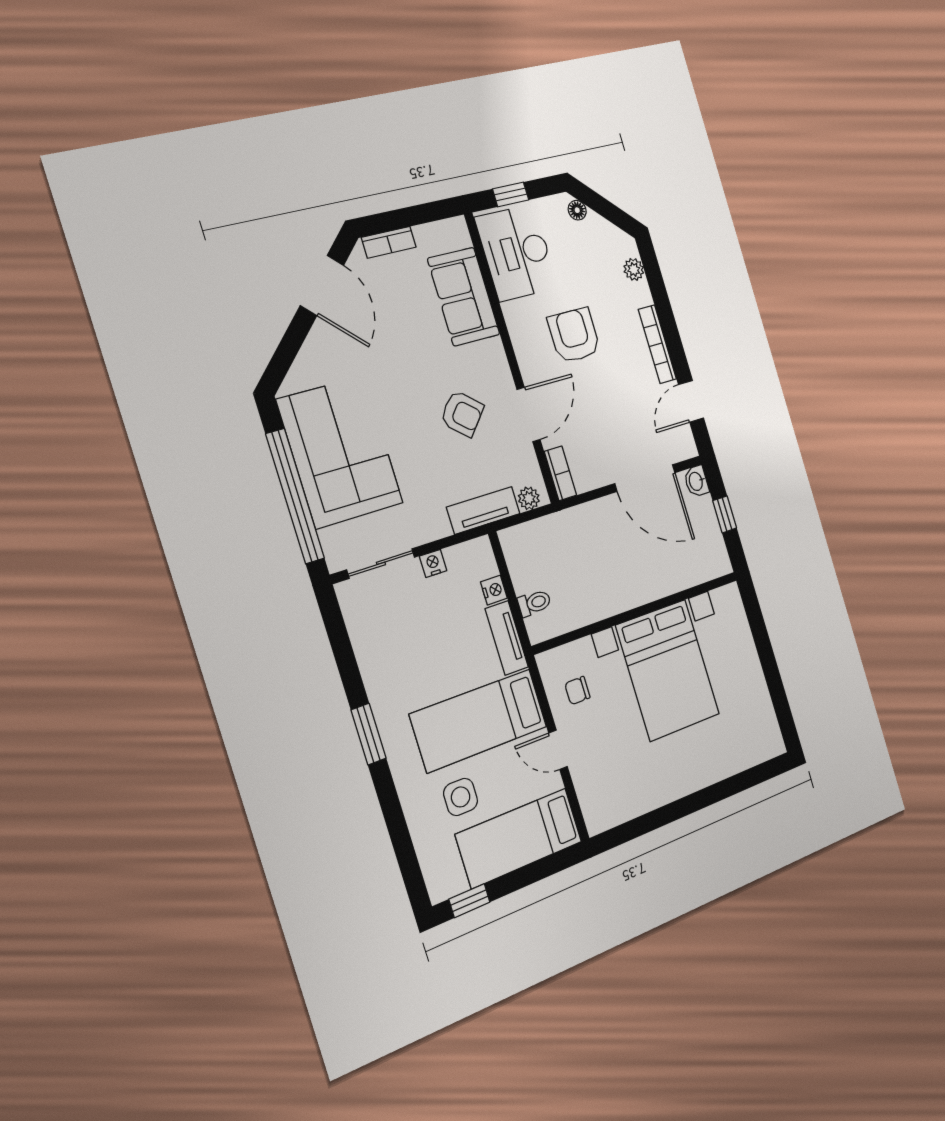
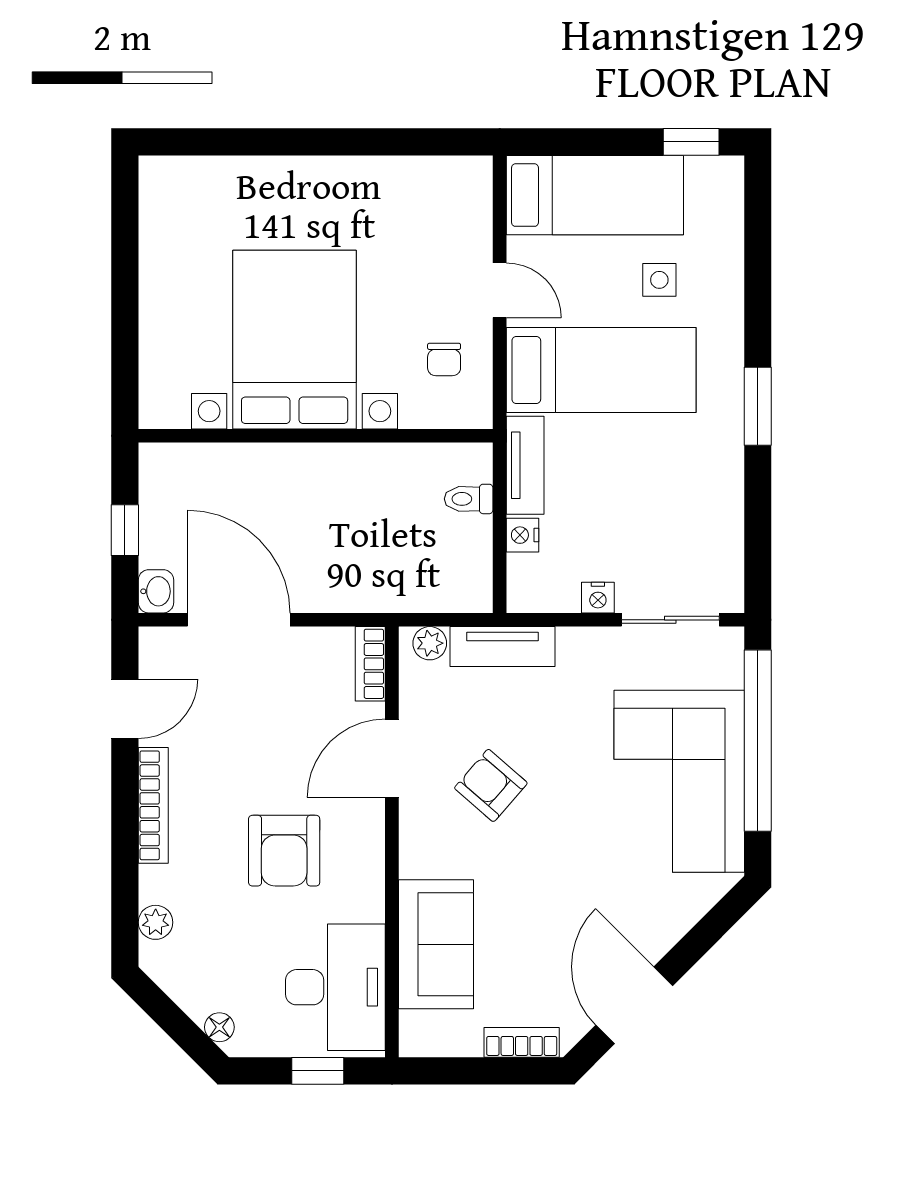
chair: (577, 691) -> (444, 359), turned 90
side table: (461, 797) -> (659, 280), width x0.73, depth x0.73

